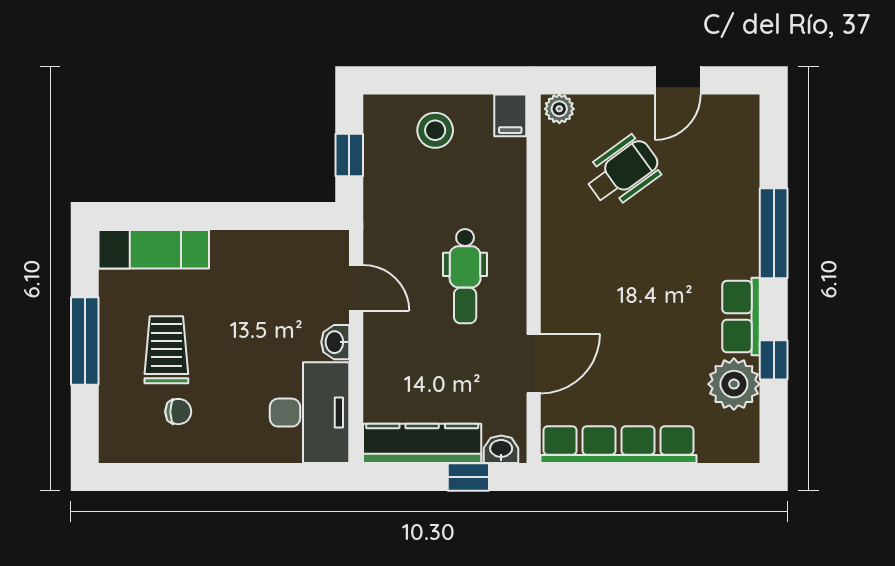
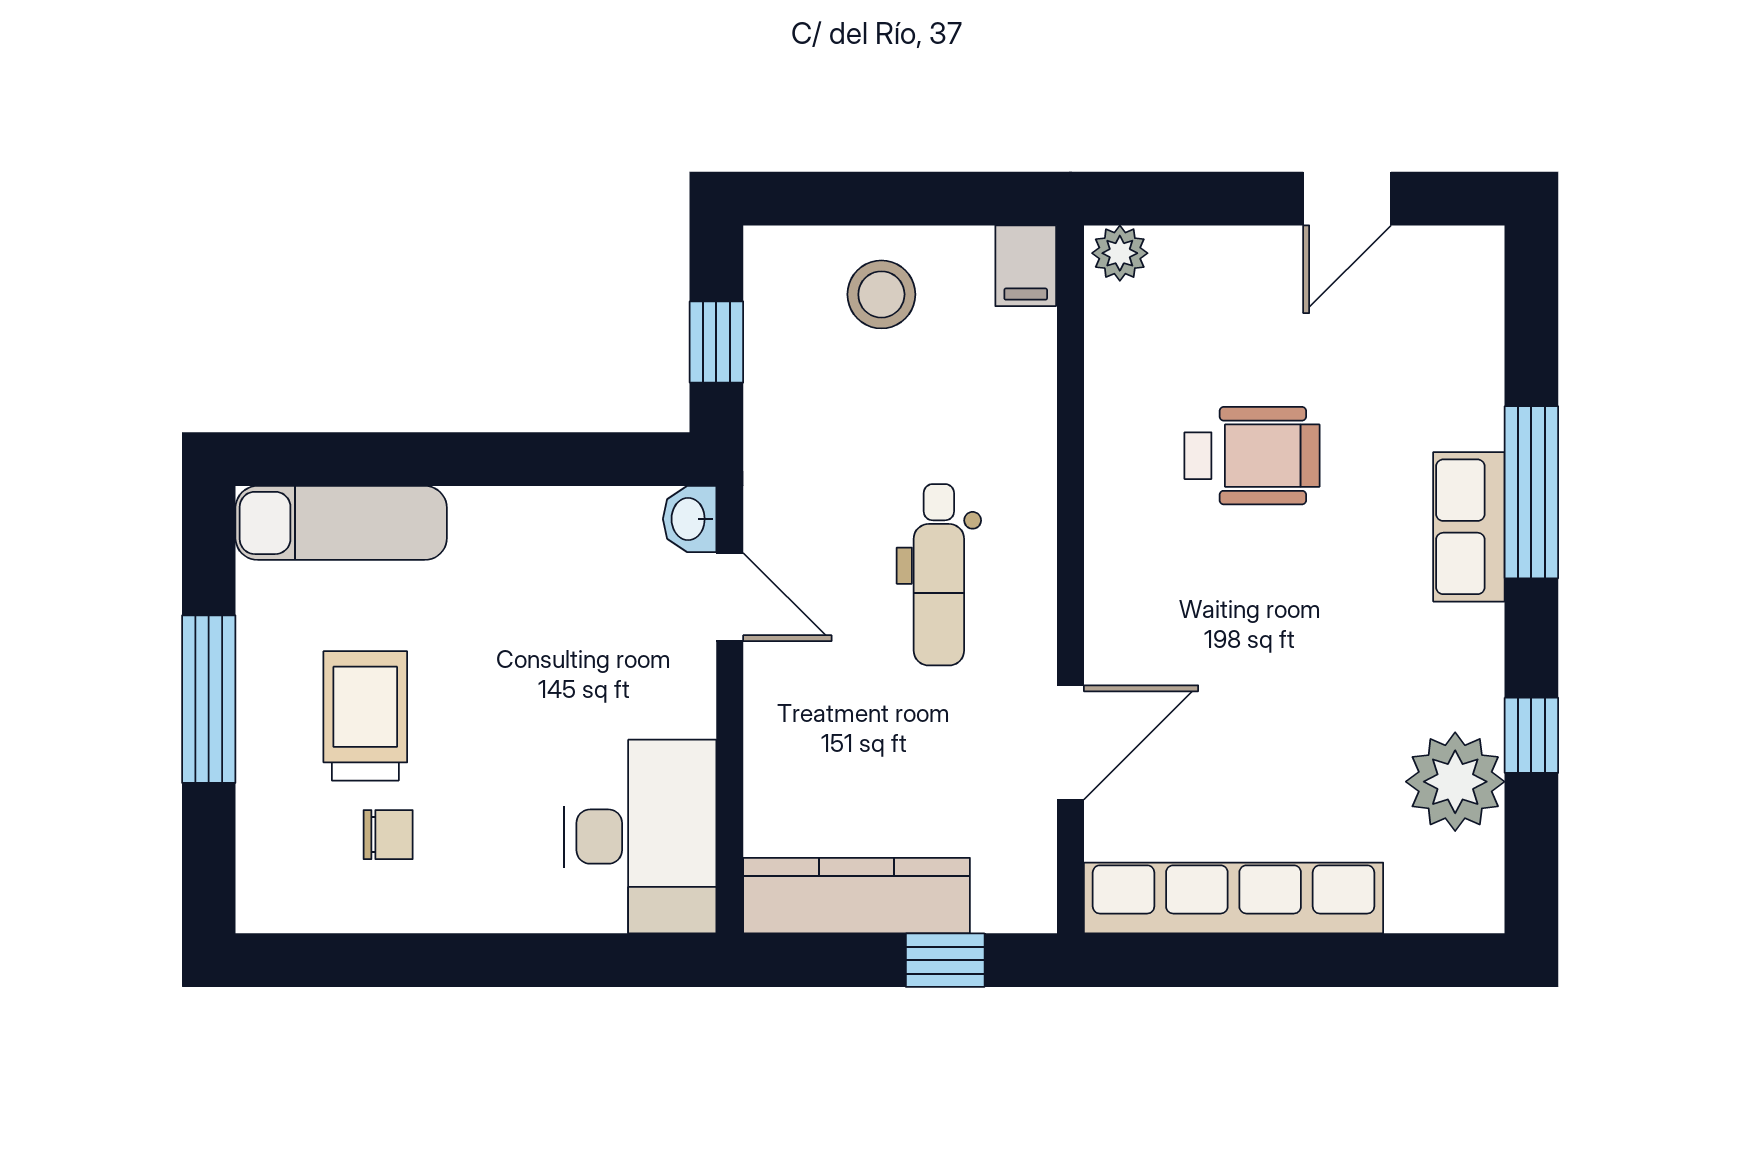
wheelchair: (623, 172) -> (1252, 456), moved, turned 36
row of seats: (741, 317) -> (1469, 527), moved
washbasin: (335, 342) -> (690, 519), moved
washbasin: (501, 449) -> (1008, 907), removed

